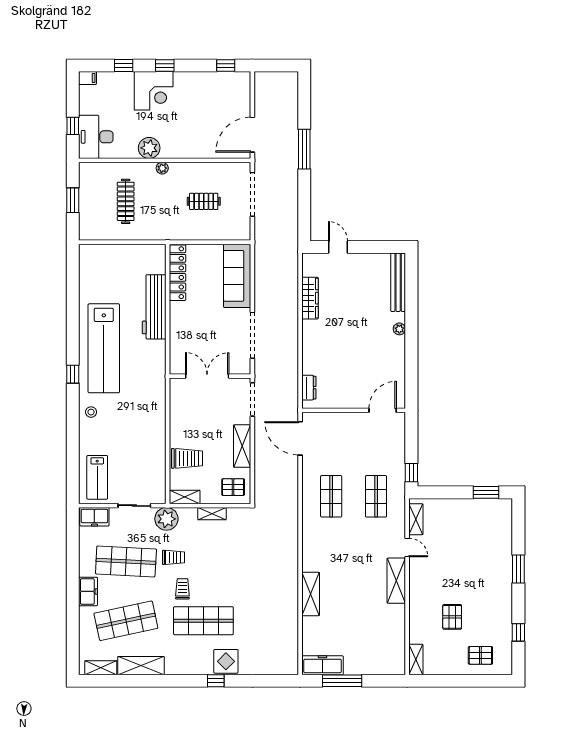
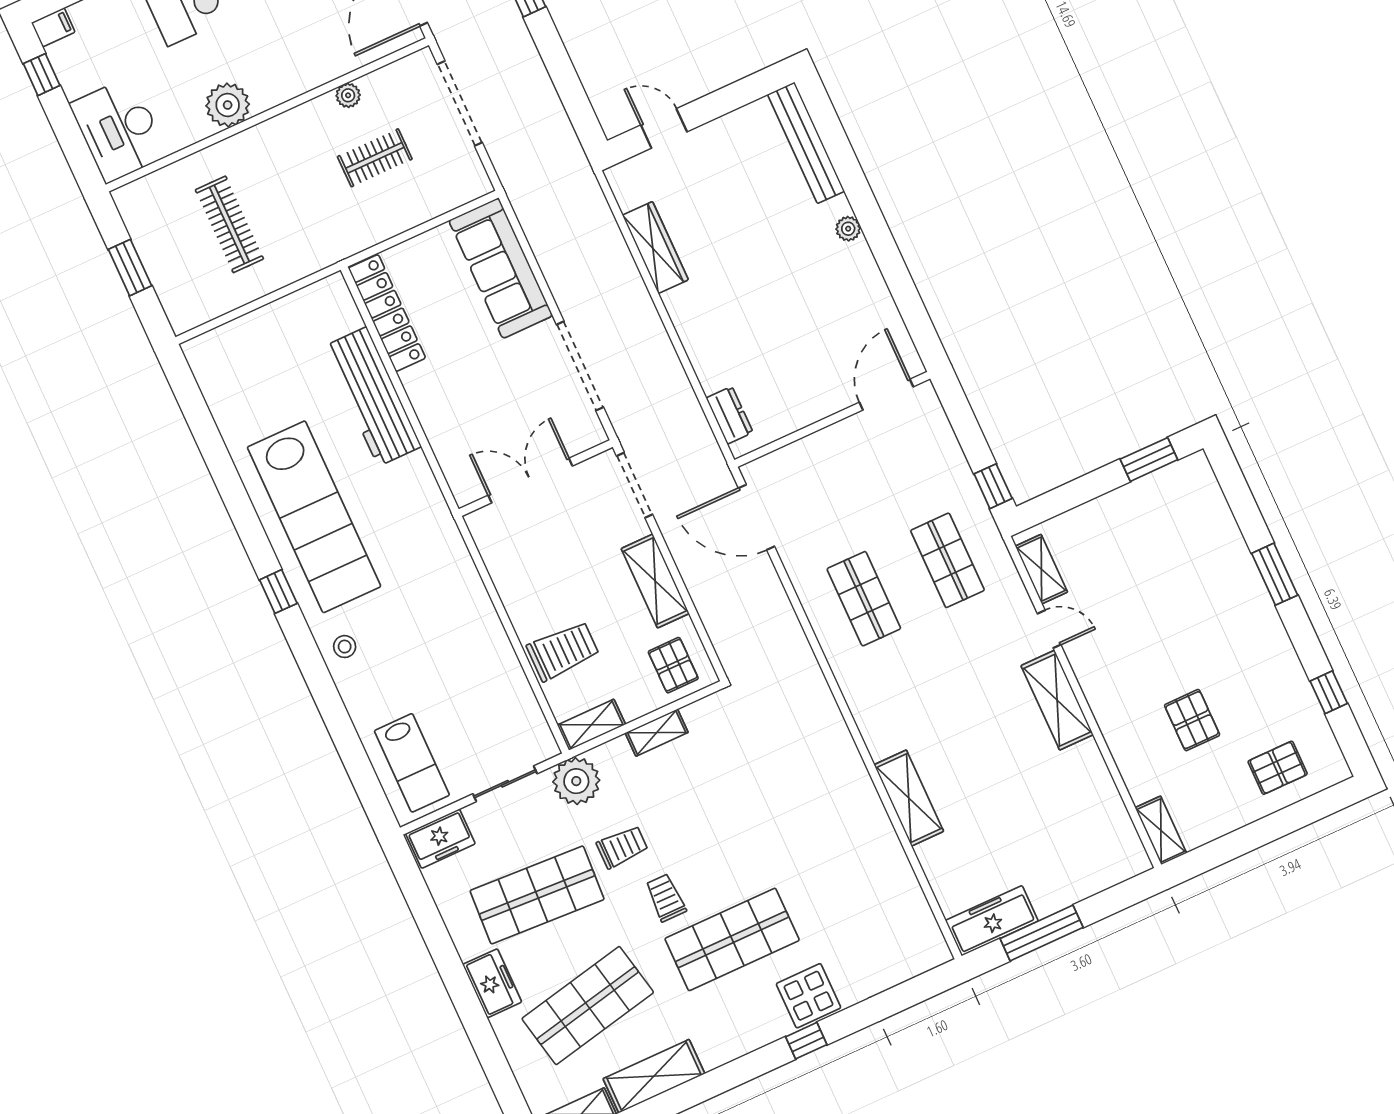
window: (73, 126) -> (42, 75), moved
plant: (162, 168) -> (348, 95), moved
pallet: (233, 487) -> (673, 665), turned 90

